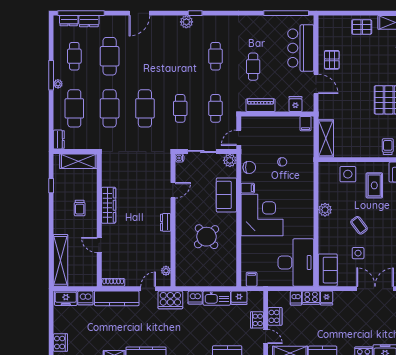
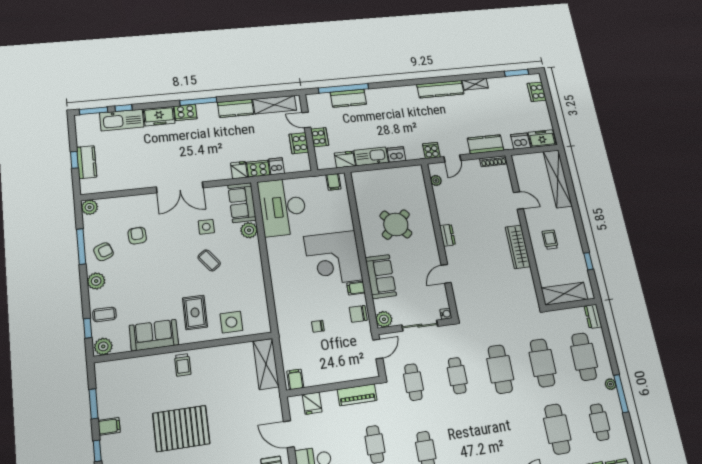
plant: (325, 210) -> (249, 230), moved
kitchen counter: (117, 298) -> (486, 144), width x0.67
cooker: (170, 300) -> (431, 151), width x0.53, depth x0.76

